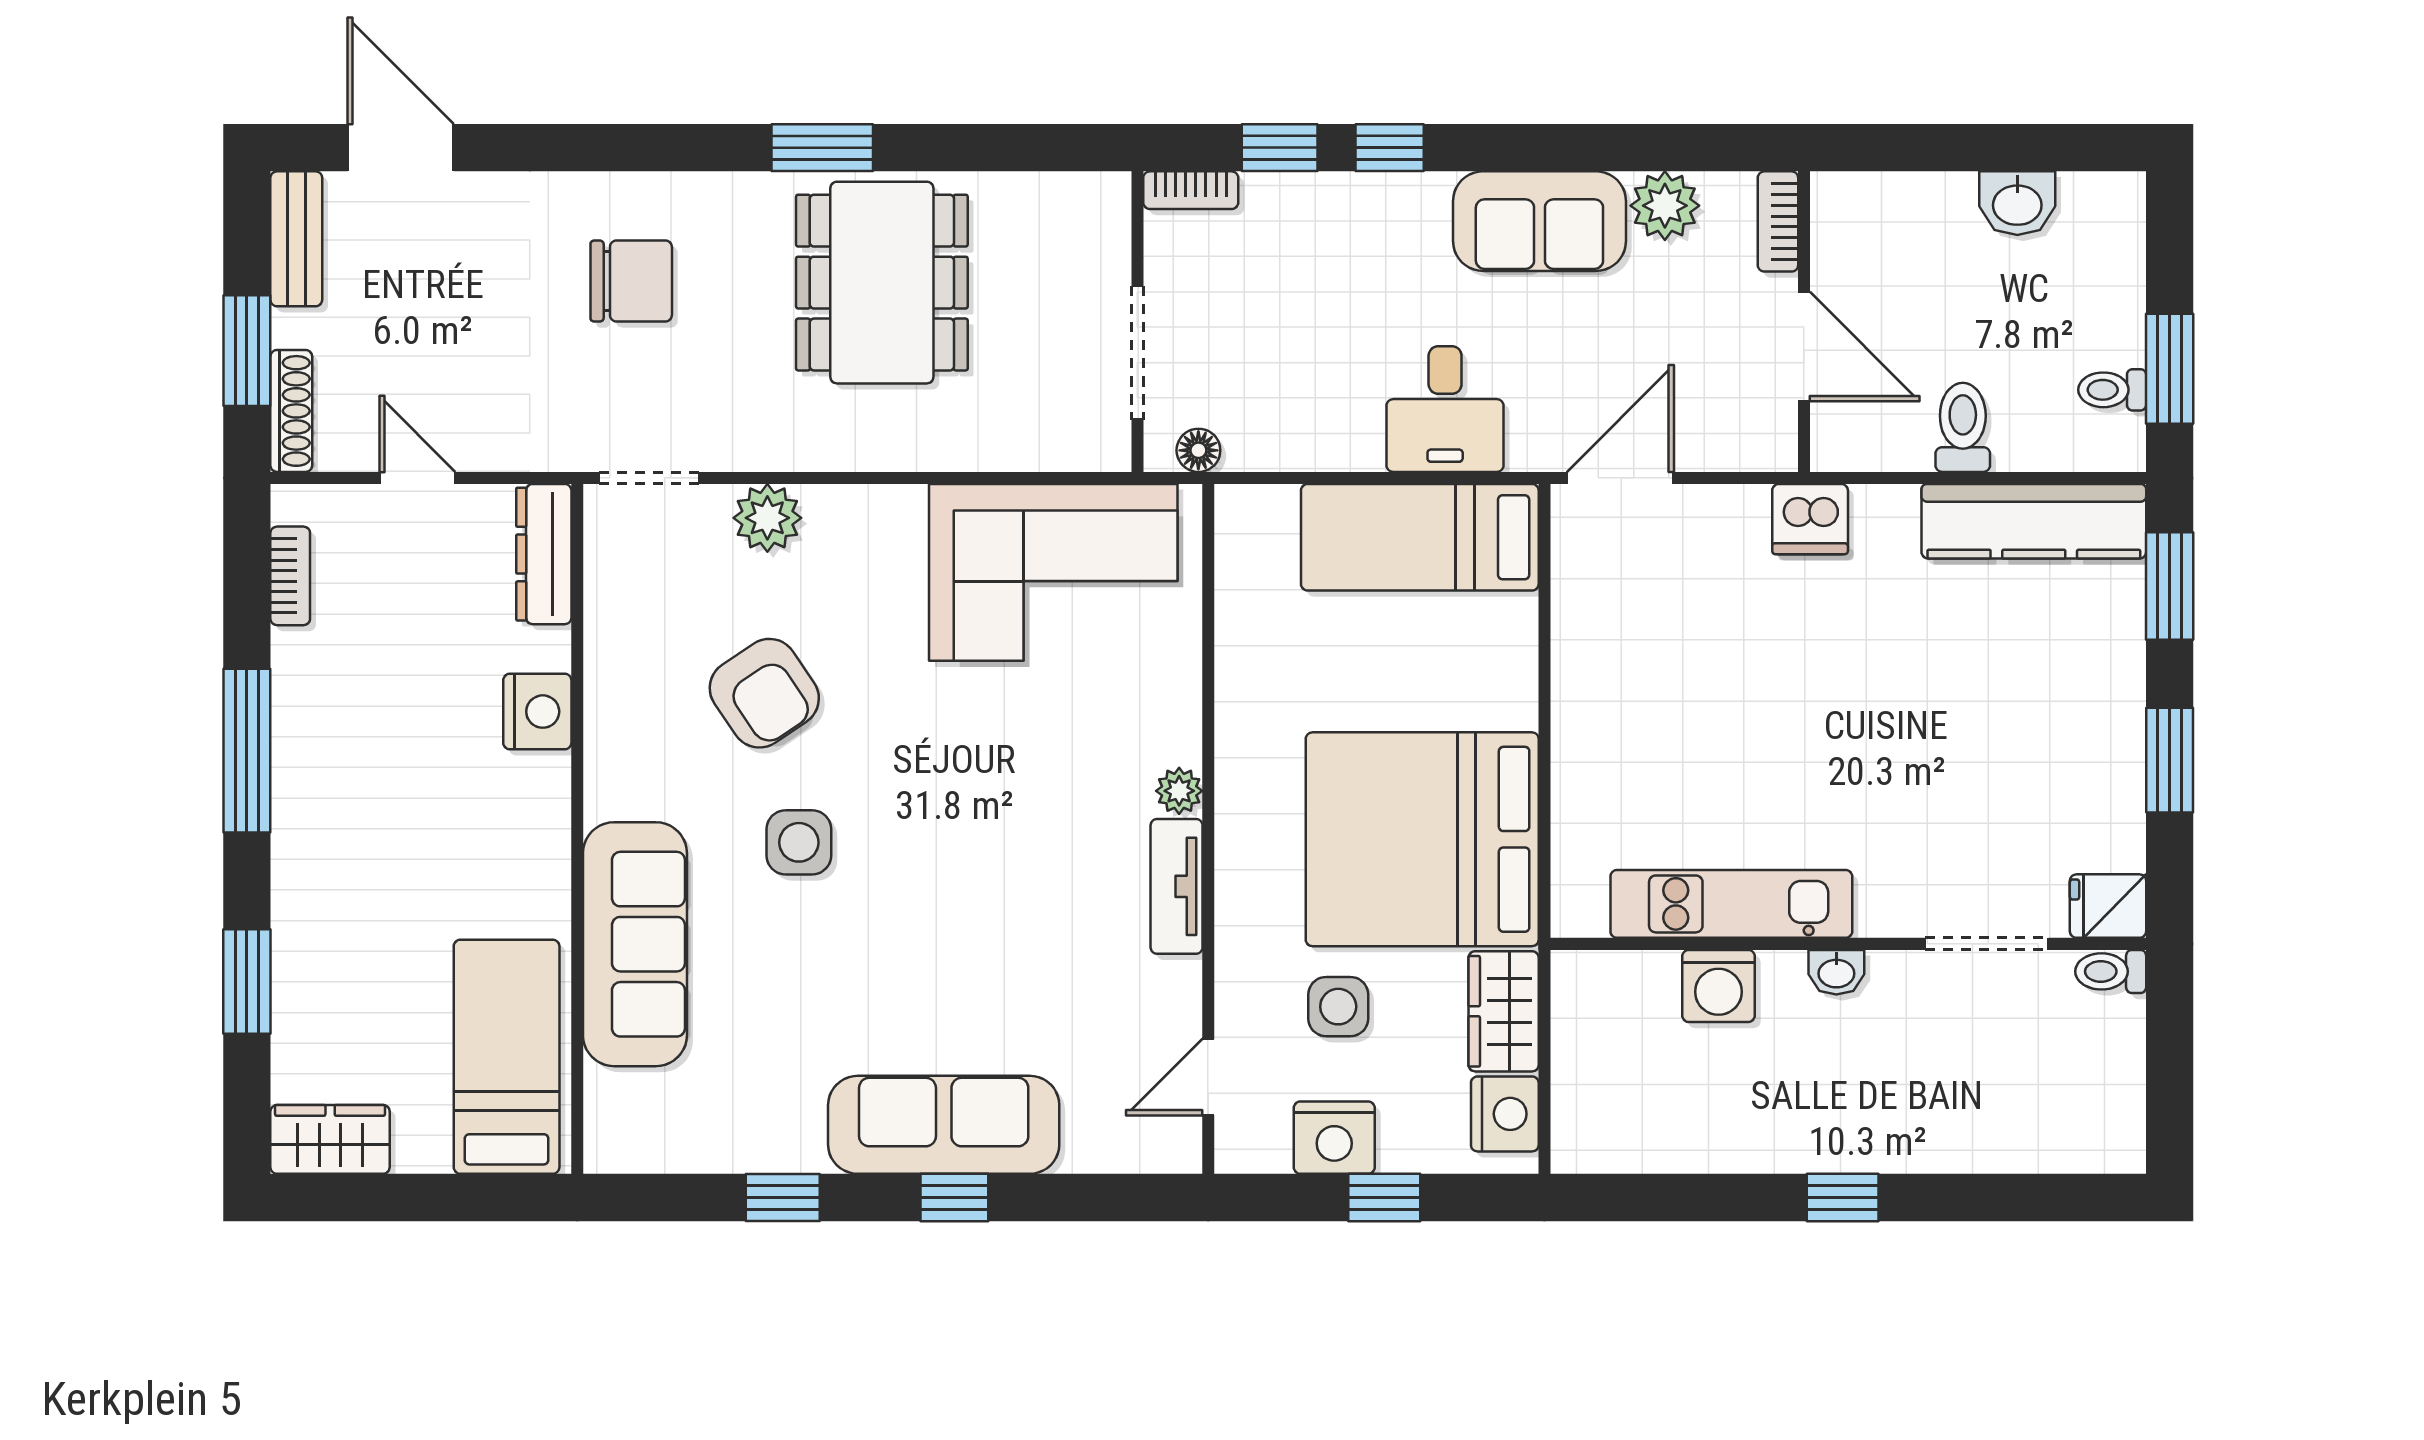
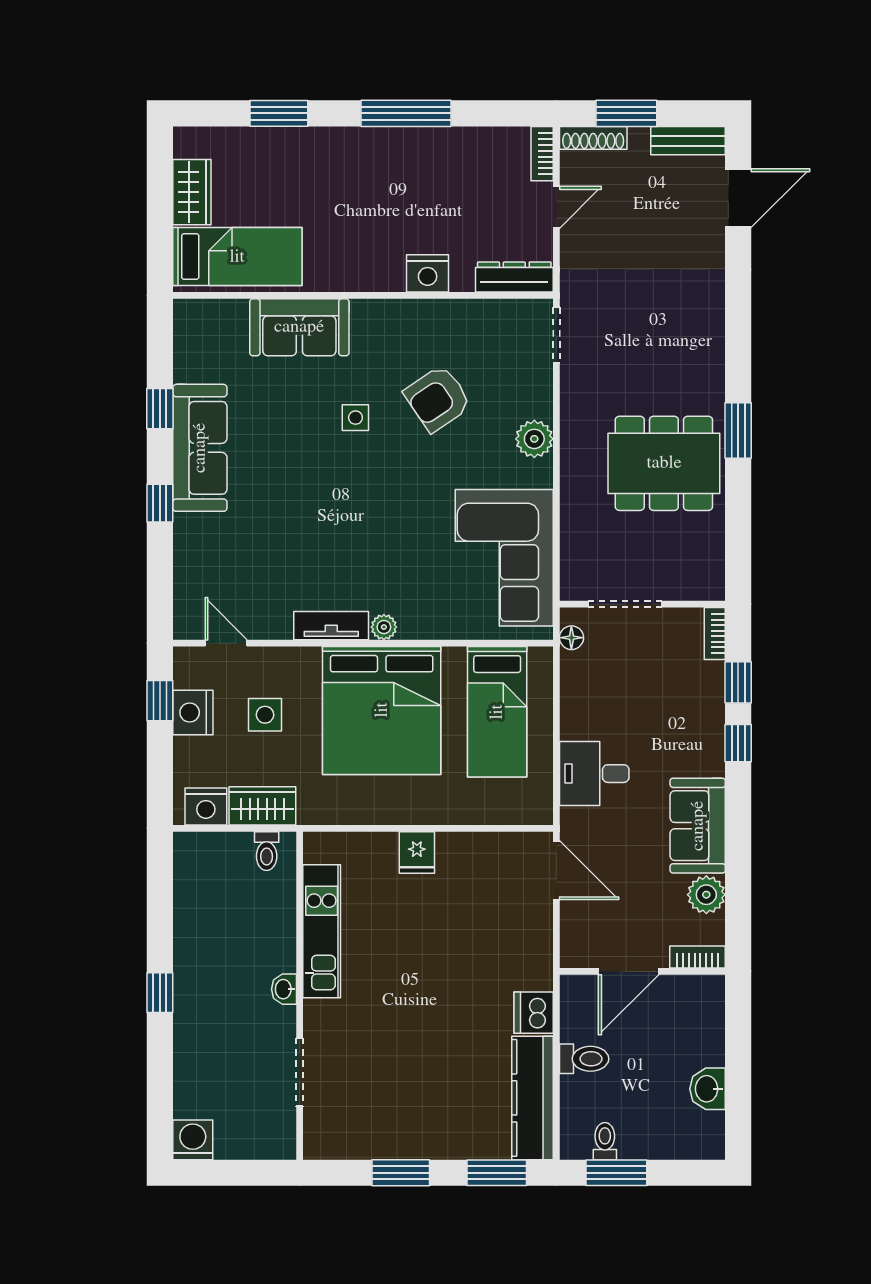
chair: (631, 281) -> (665, 325), removed
plant: (767, 518) -> (534, 439), moved
dishwasher: (1810, 519) -> (534, 1013), moved
bed: (1420, 537) -> (497, 712), moved, turned 180
bookcase: (290, 576) -> (542, 154), moved, turned 90
bed: (1422, 839) -> (382, 710), moved, turned 180
side table: (799, 842) -> (355, 418), width x0.73, depth x0.73
fridge: (2108, 906) -> (417, 853), moved, turned 180
sofa: (635, 944) -> (299, 327), width x0.73
toilet: (2111, 971) -> (267, 851), moved, turned 180
washing machine: (1718, 986) -> (193, 1140), moved, turned 90
sofa: (944, 1125) -> (200, 448), moved
wardrobe: (330, 1139) -> (192, 192), moved
window: (1384, 1197) -> (160, 701), moved

